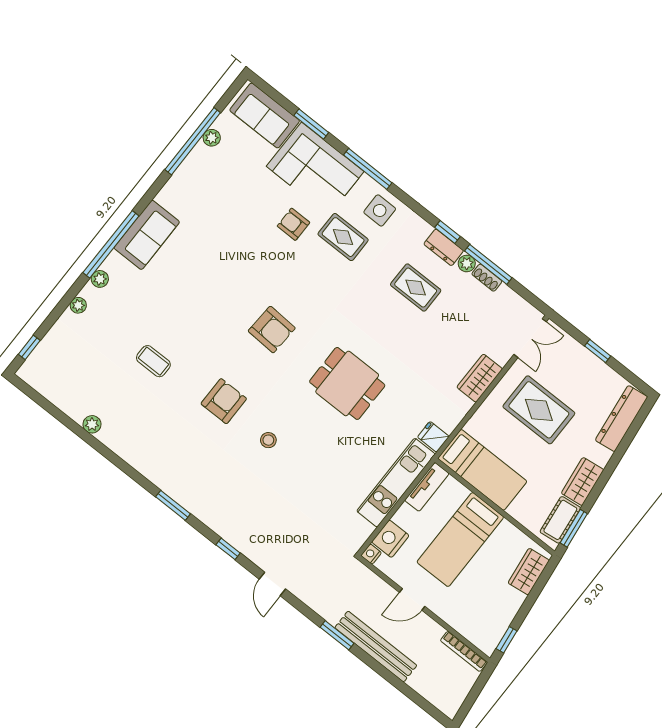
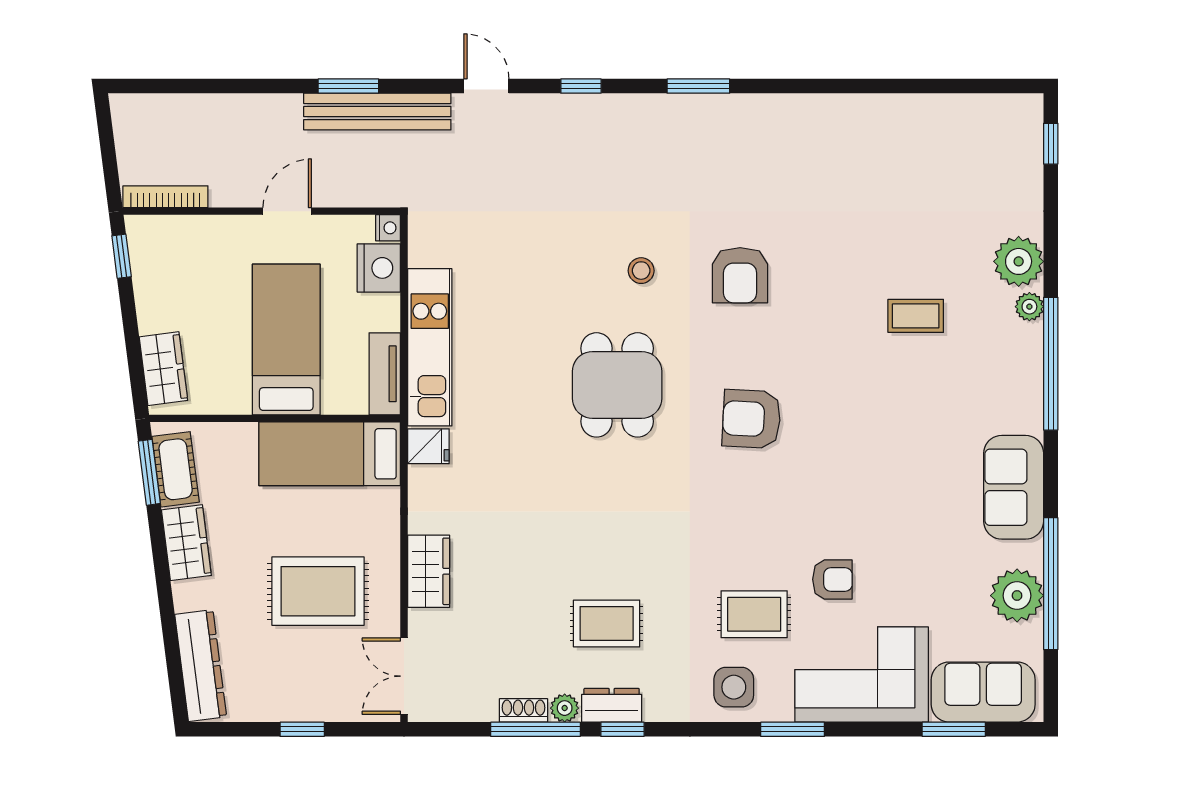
window: (311, 124) -> (954, 729), moved
plant: (212, 138) -> (1017, 596), width x1.88, depth x1.88
window: (368, 169) -> (793, 729), width x0.69
sofa: (147, 235) -> (1014, 487), moved
plant: (78, 305) -> (1019, 261), width x1.87, depth x1.87
coffee table: (153, 361) -> (916, 316), moved
dining table: (347, 383) -> (617, 385), moved, turned 90
plant: (92, 424) -> (889, 108), removed
bench: (376, 647) -> (377, 112), moved

